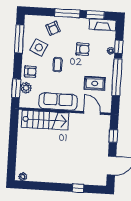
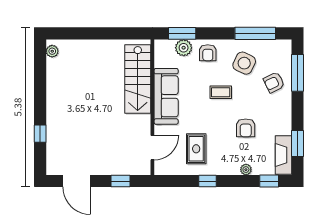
window: (67, 13) -> (297, 73), moved
window: (119, 47) -> (269, 181), moved
window: (117, 77) -> (208, 181), width x0.32

